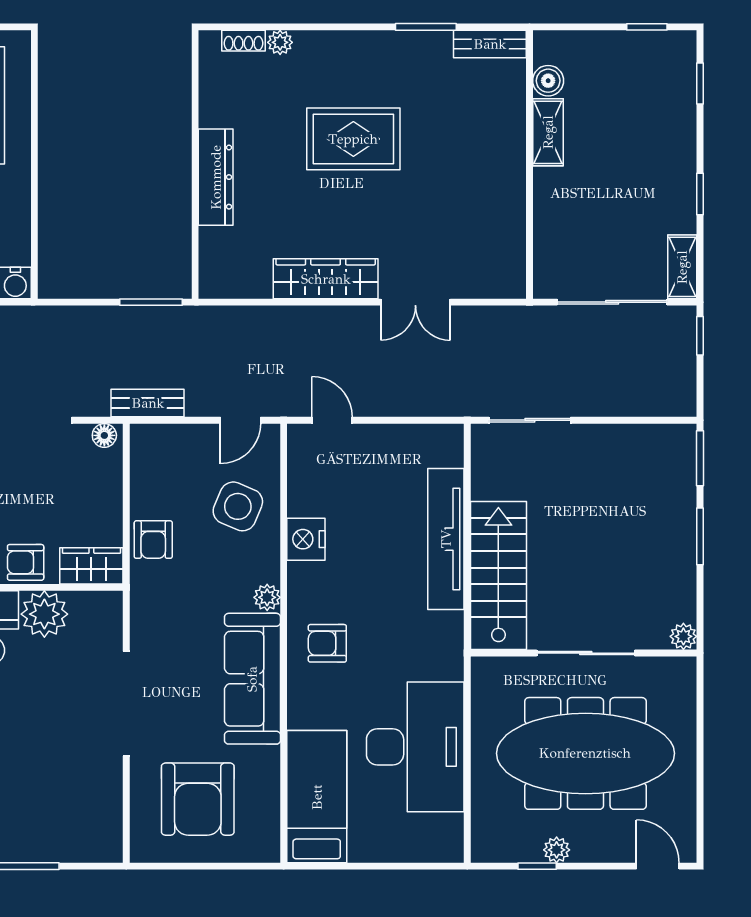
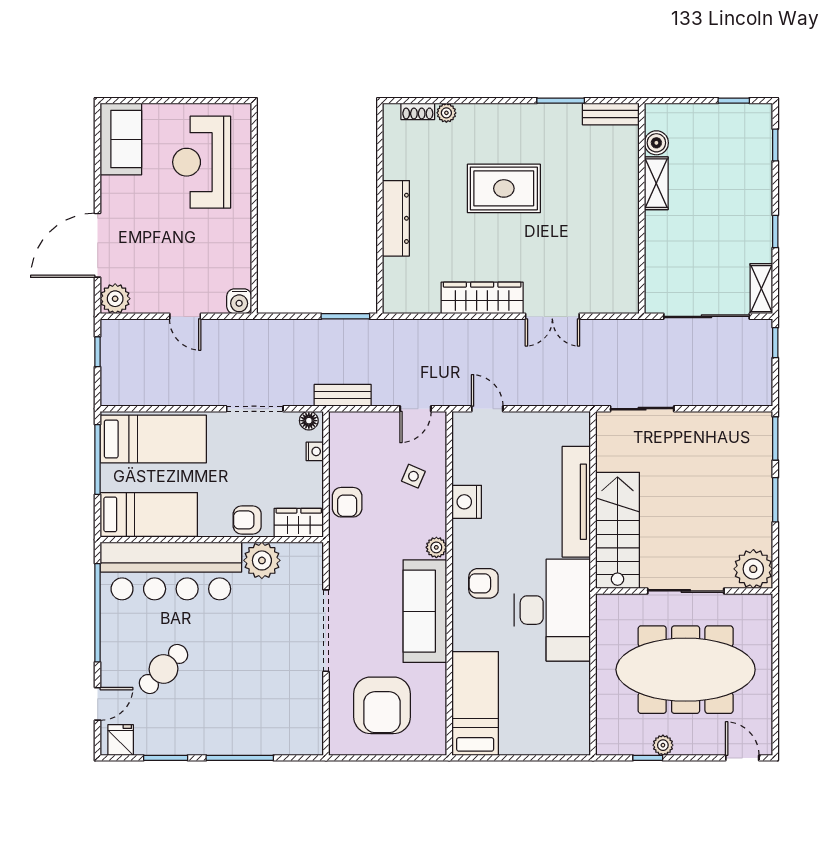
nightstand: (112, 475) -> (315, 451), added
side table: (238, 506) -> (413, 476), width x0.54, depth x0.54
plant: (683, 636) -> (753, 569), width x1.88, depth x1.88
desk: (415, 747) -> (552, 610), moved

